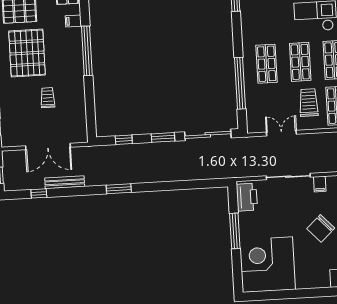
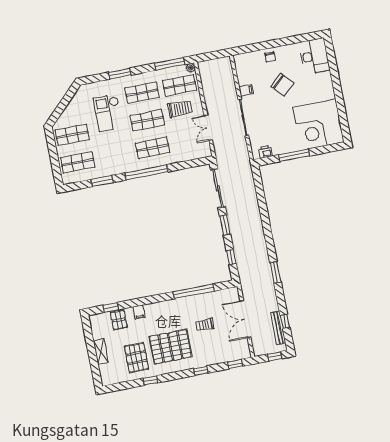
window: (87, 51) -> (194, 291), moved
window: (240, 83) -> (146, 172), moved
trolley: (309, 103) -> (180, 109), turned 180
double door: (48, 147) -> (245, 319), swing flipped
bench: (65, 182) -> (278, 328), moved
window: (119, 189) -> (276, 272), moved
printer: (247, 197) -> (265, 152), width x0.53, depth x0.68

